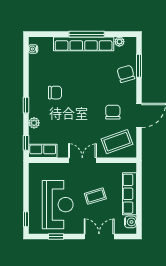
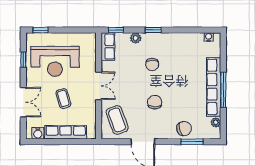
chair: (55, 93) -> (152, 64), moved
chair: (113, 112) -> (155, 102), moved, turned -90

